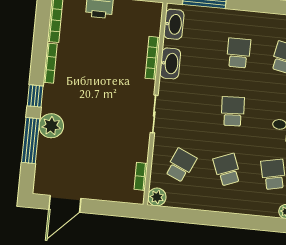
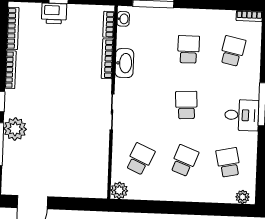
washbasin: (174, 24) -> (123, 19), width x0.52, depth x0.69
school desk: (227, 170) -> (184, 161), turned 42
bookcase: (141, 176) -> (109, 24), moved

